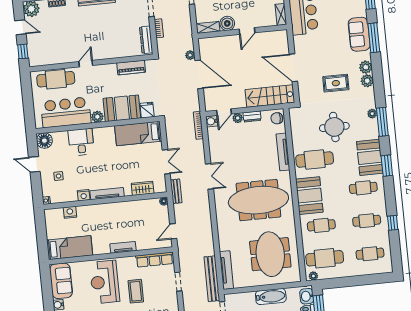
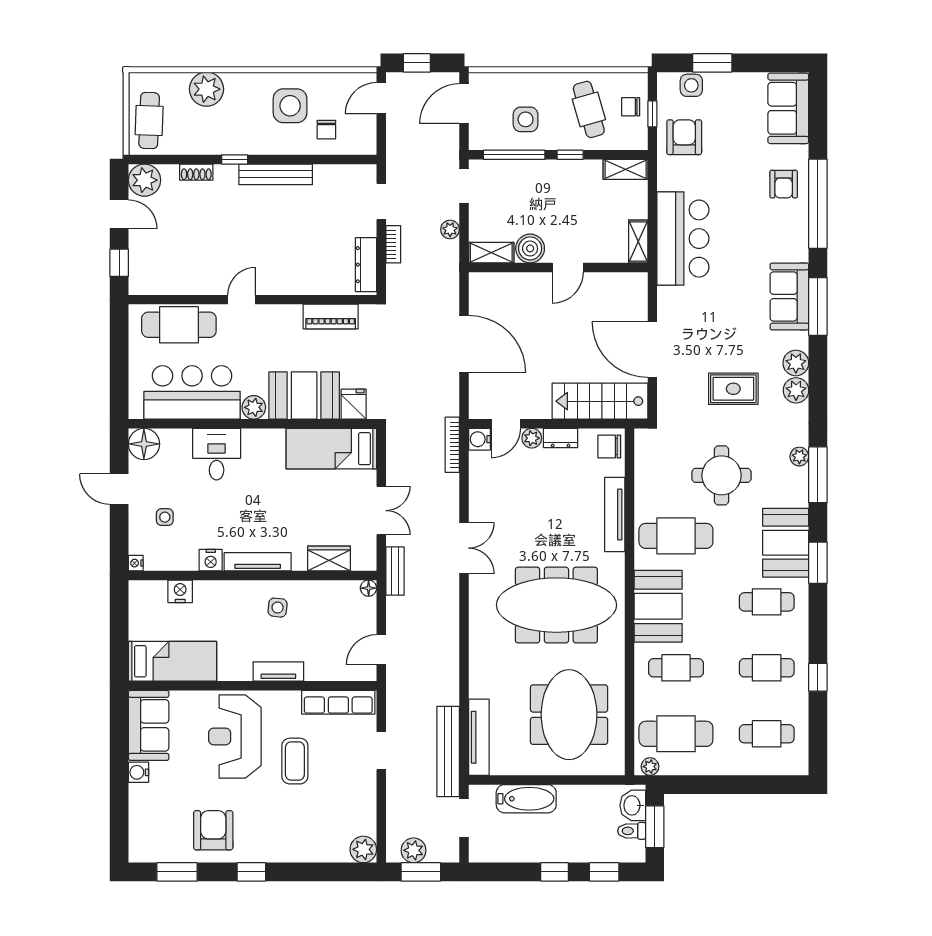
plant: (190, 55) -> (450, 229), moved
side table: (119, 215) -> (278, 608), added
bathtub: (271, 297) -> (526, 799), moved

